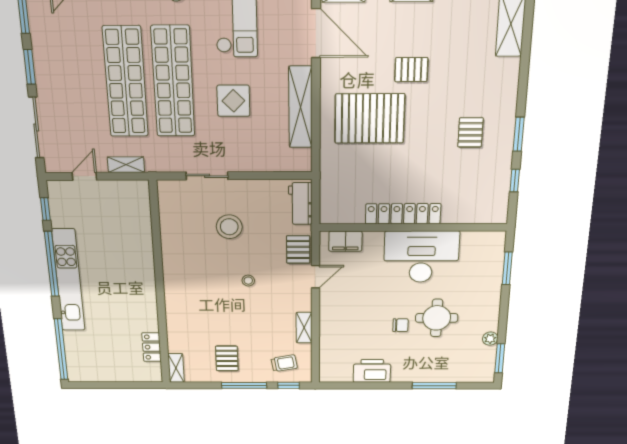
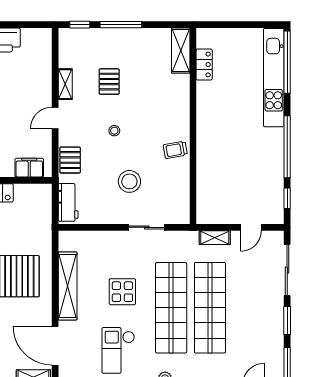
door: (315, 277) -> (55, 118), moved
kitchen unit: (68, 280) -> (274, 78), moved
pallet: (227, 358) -> (109, 82), moved
trolley: (284, 363) -> (175, 150), moved
shelving: (176, 368) -> (181, 51), width x1.50, depth x1.33

